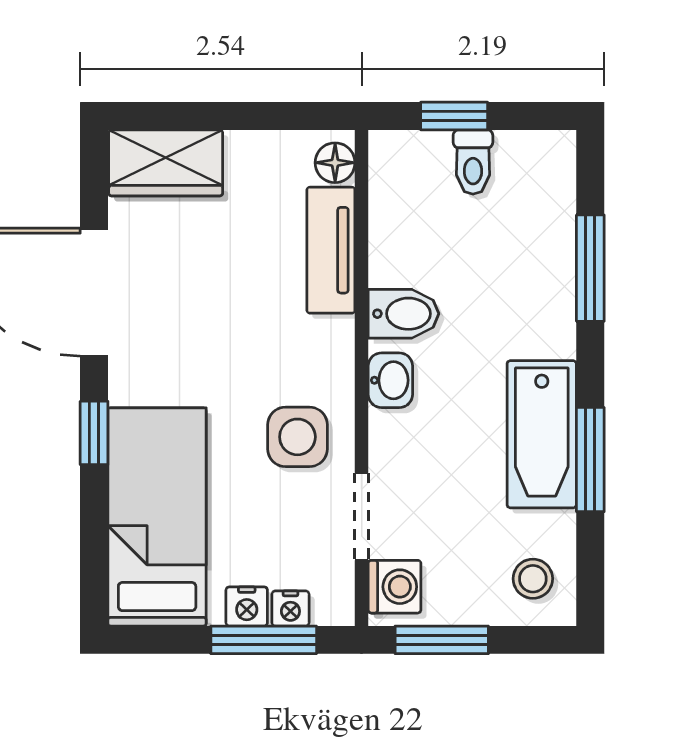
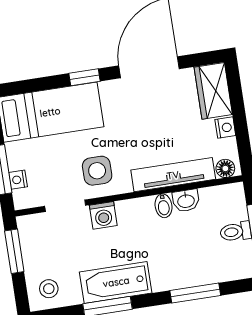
tv unit: (331, 250) -> (173, 175), width x1.41
bidet: (404, 314) -> (163, 206), width x0.72, depth x0.74
washbasin: (390, 380) -> (186, 201), moved
washing machine: (395, 587) -> (103, 215), moved
nightstand: (247, 606) -> (225, 128), moved, turned 180

